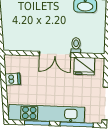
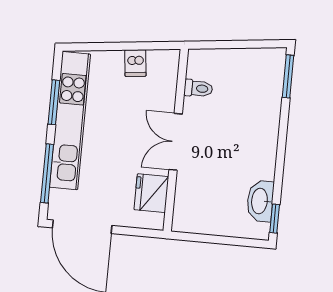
toilet: (76, 45) -> (198, 88), moved

